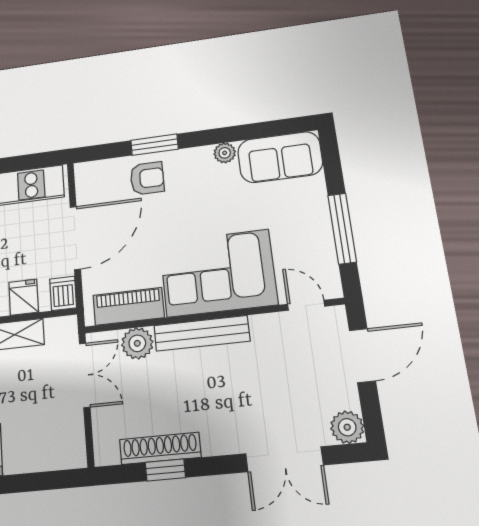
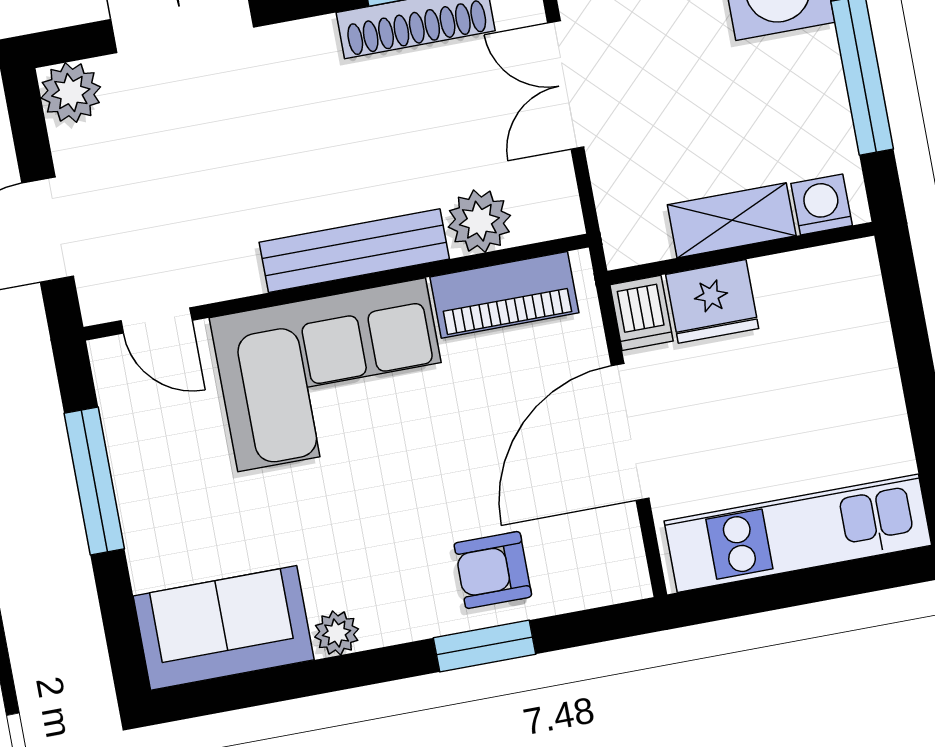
fridge: (24, 297) -> (712, 301), width x1.38
double door: (85, 375) -> (566, 85), moved

